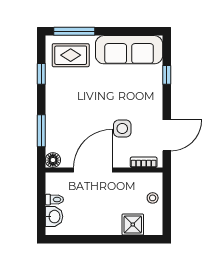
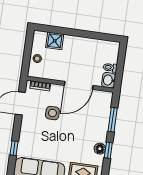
window: (41, 74) -> (108, 150), moved
floor lamp: (53, 160) -> (100, 149), moved
washbasin: (54, 217) -> (109, 80), moved

